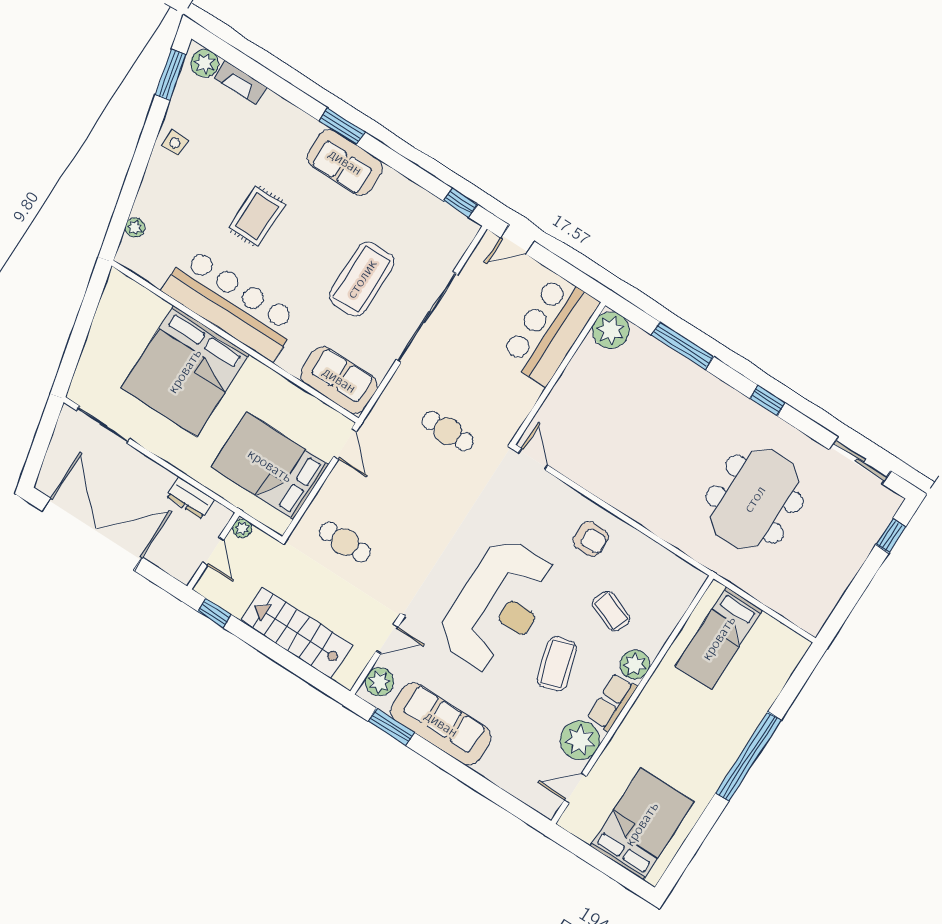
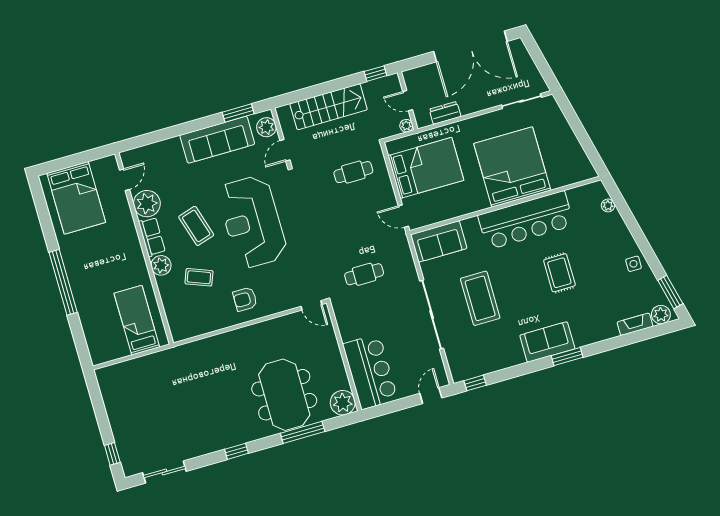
meeting table: (755, 499) -> (284, 395), moved

